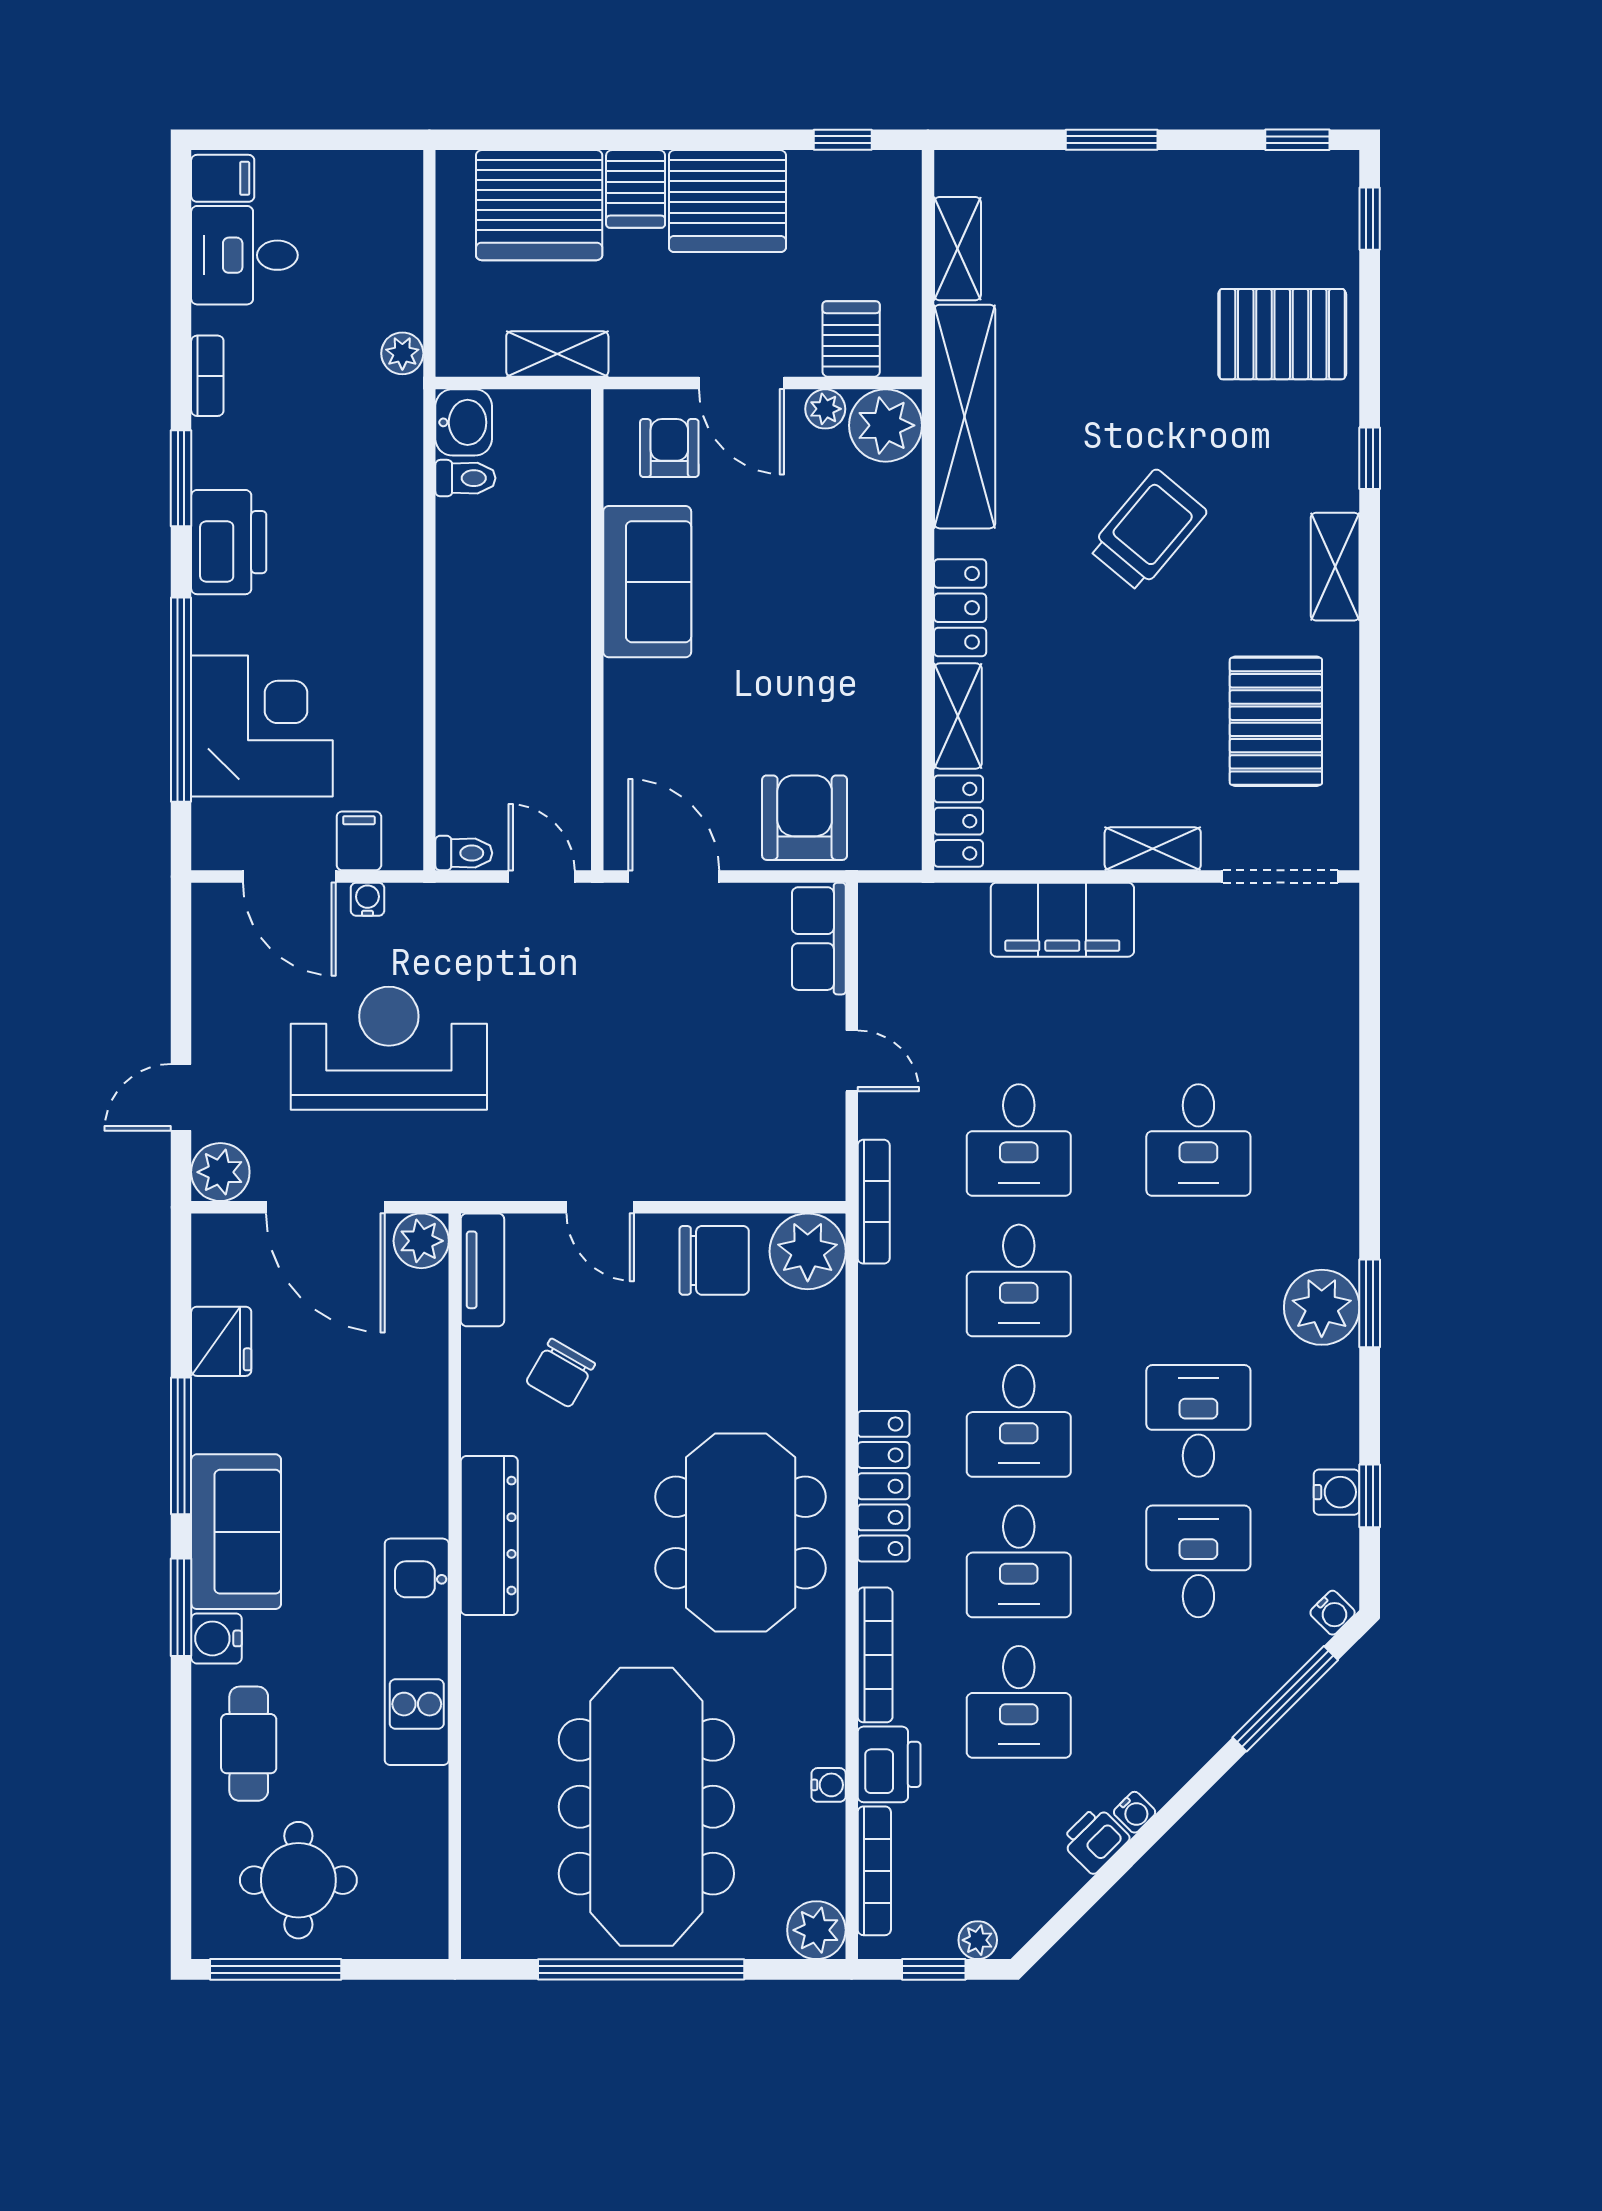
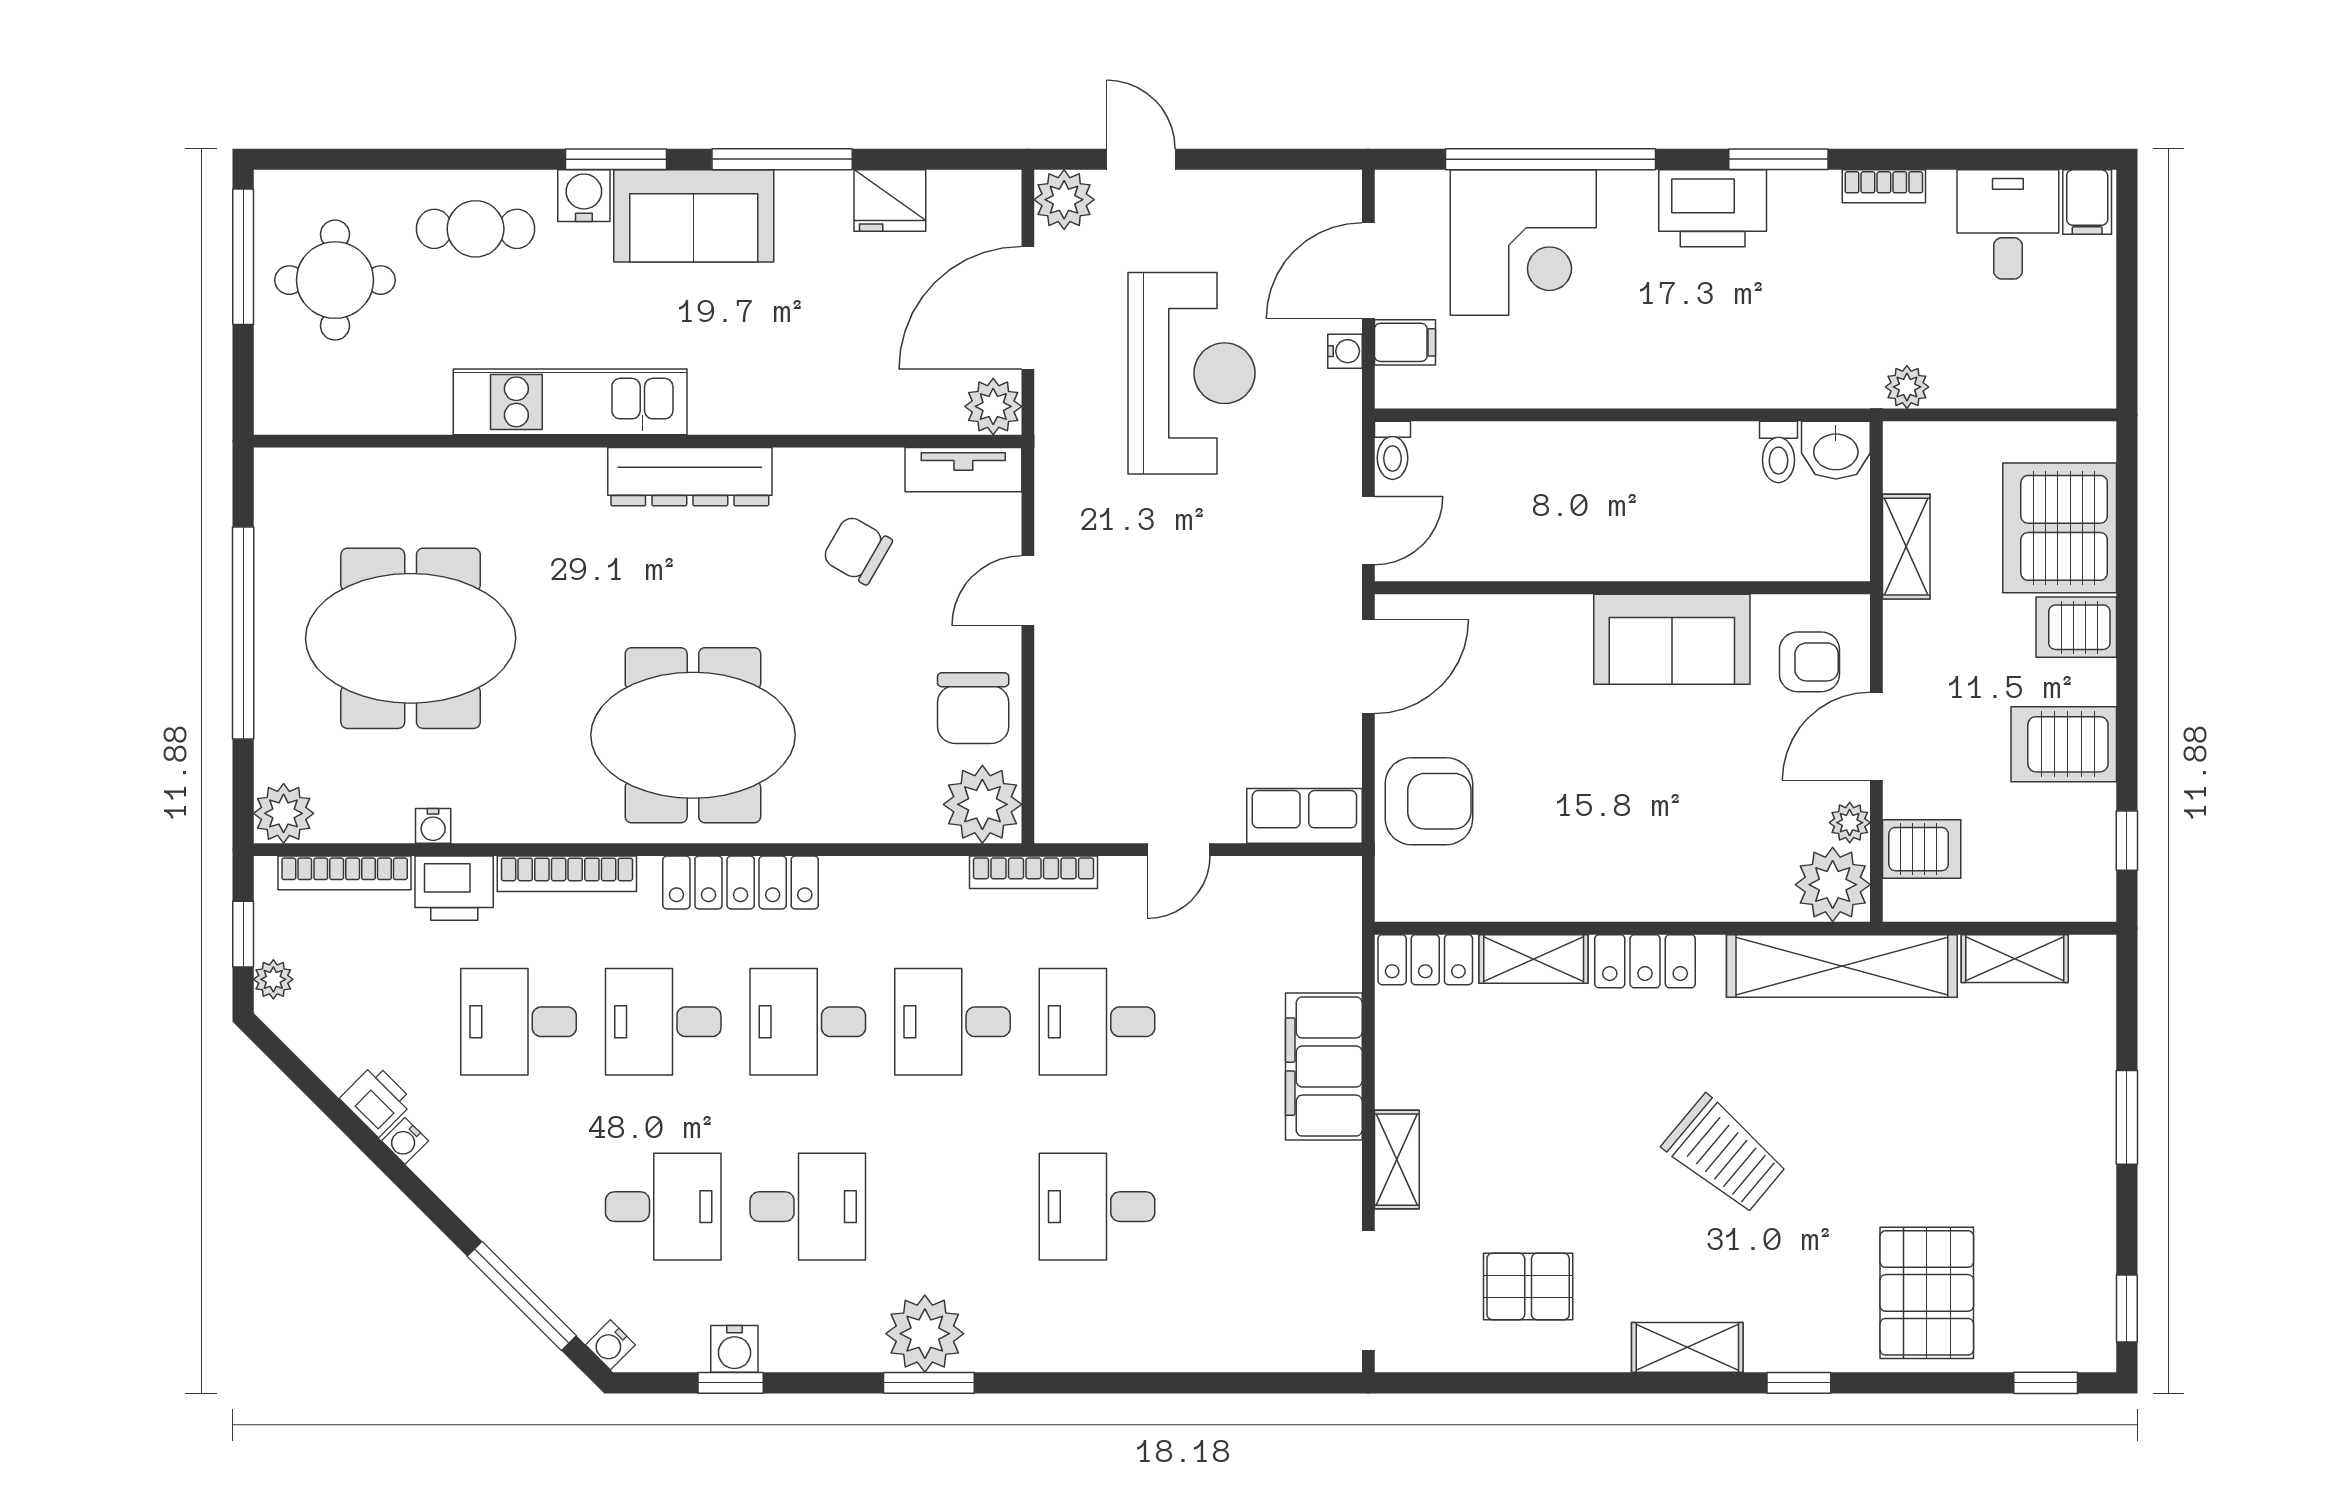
server rack: (727, 201) -> (2064, 744), width x0.62
pallet: (1276, 721) -> (1528, 1286), width x0.67, depth x0.71
meeting table: (646, 1807) -> (411, 638), width x0.73

